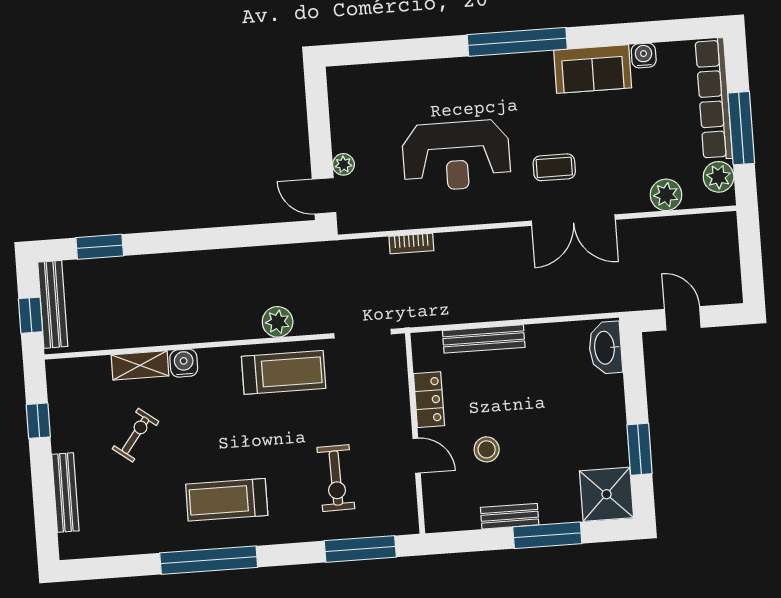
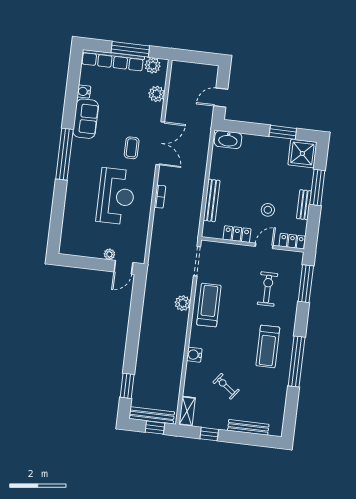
bookcase: (411, 244) -> (160, 197), moved
shelving: (140, 365) -> (187, 411), moved
exercise bike: (336, 478) -> (268, 289), turned -89
locker: (436, 507) -> (292, 241), added

